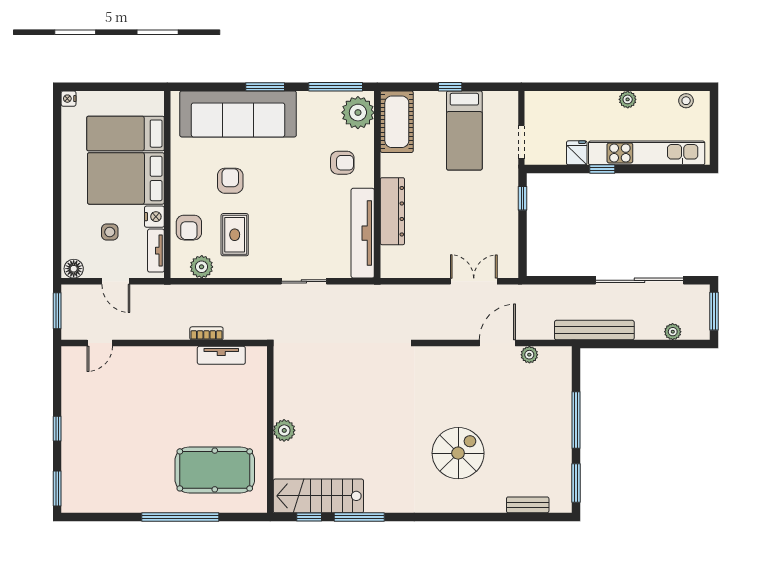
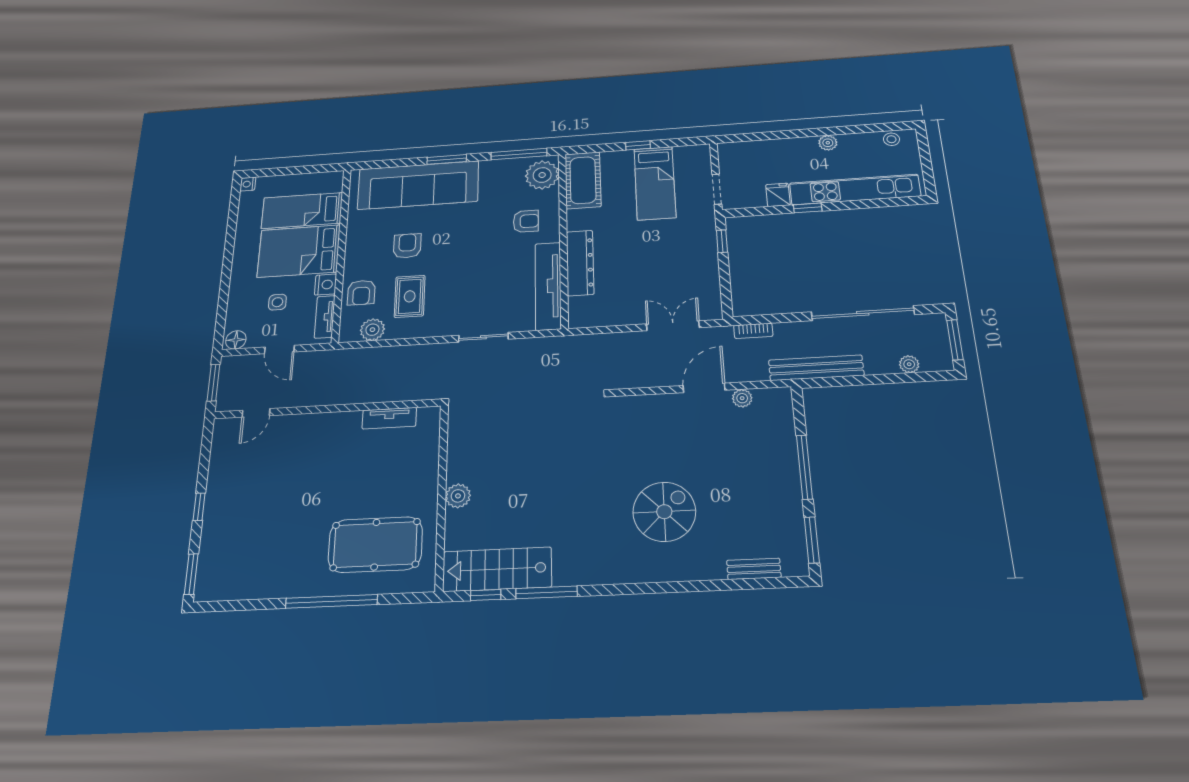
bookcase: (206, 333) -> (753, 331), moved, turned 180

